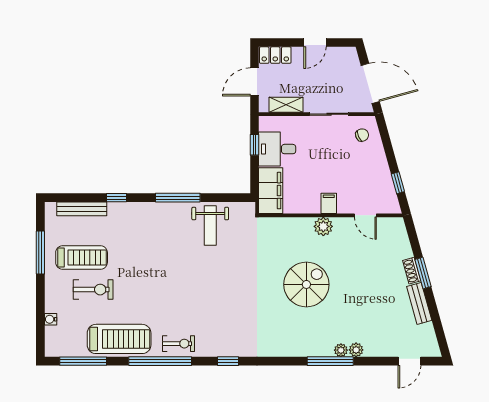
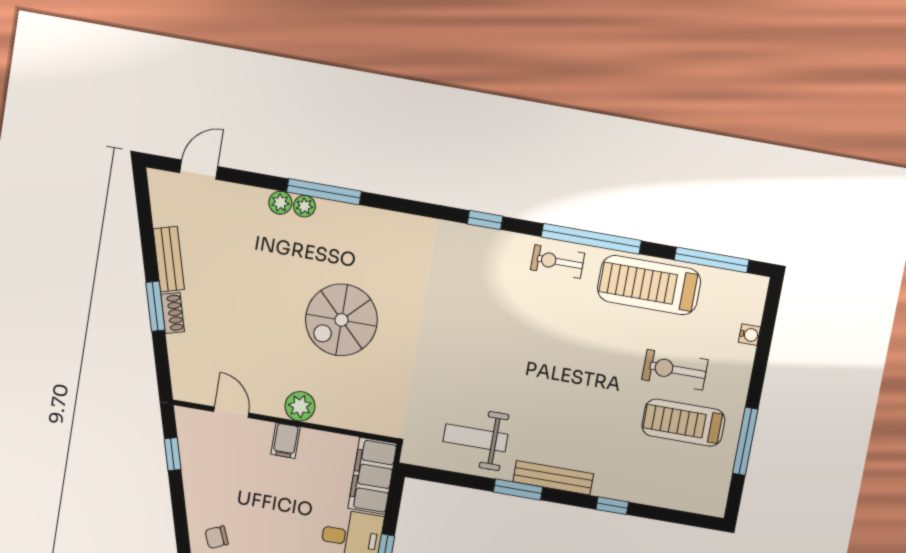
window: (178, 198) -> (518, 490), width x0.69
bench: (82, 209) -> (553, 478), moved
weight bench: (210, 226) -> (475, 438), turned -90

